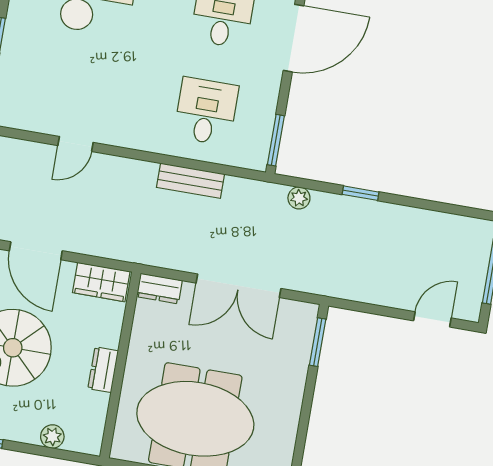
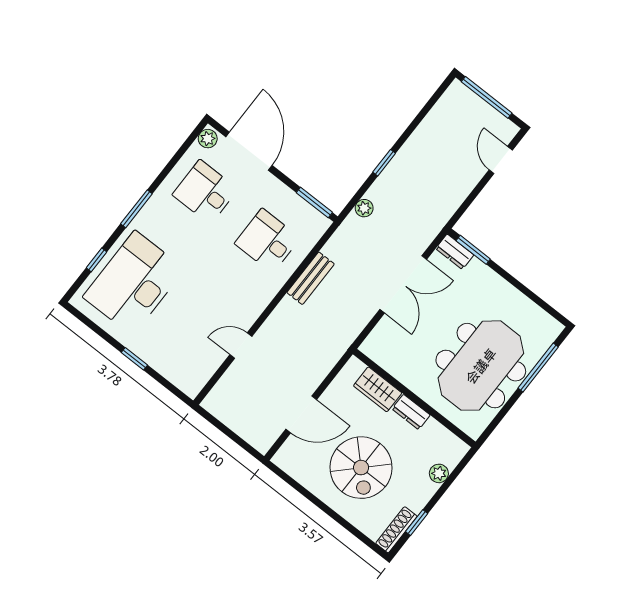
door: (76, 144) -> (241, 346), swing flipped
wardrobe: (101, 282) -> (378, 389), moved, turned 90
dresser: (159, 289) -> (455, 252), moved, turned 90

